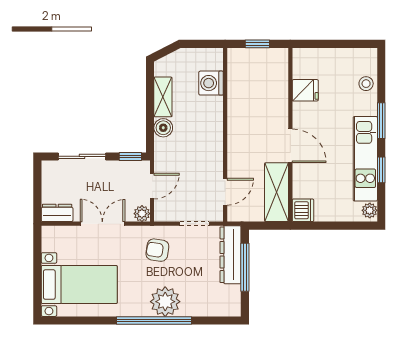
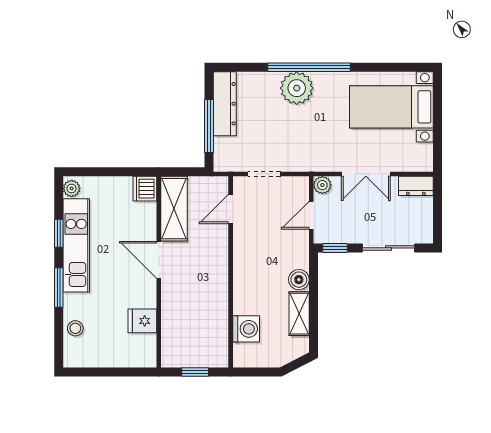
armchair: (157, 250) -> (305, 145), removed
dresser: (231, 255) -> (225, 104), moved

